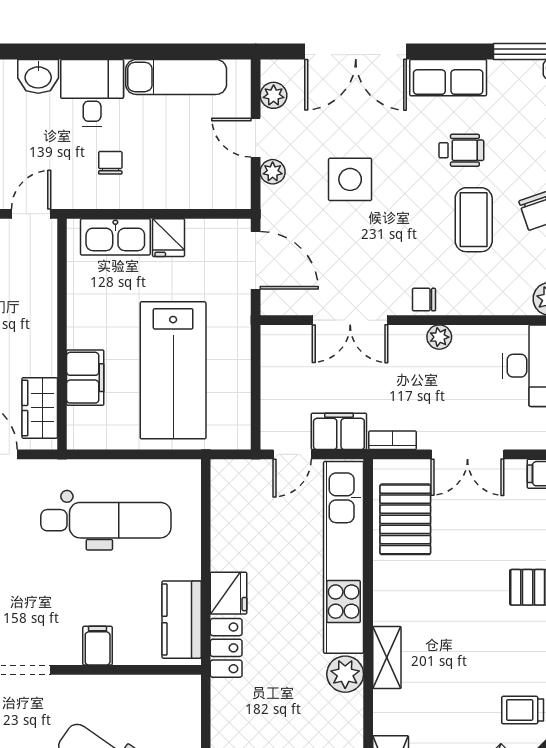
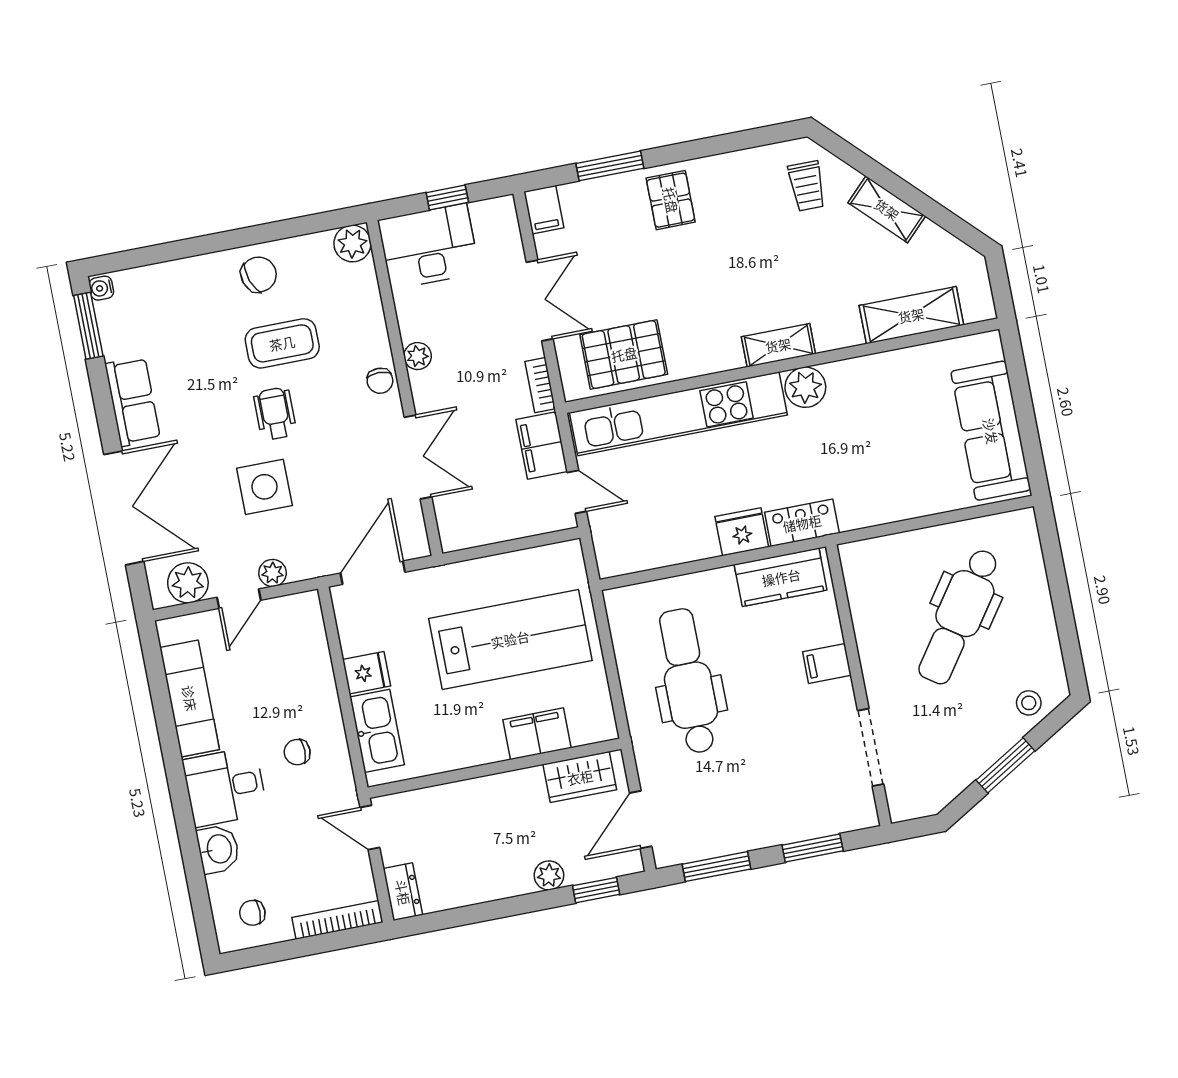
plant: (274, 95) -> (188, 583), width x1.38, depth x1.38
wheelchair: (461, 150) -> (275, 414), moved

